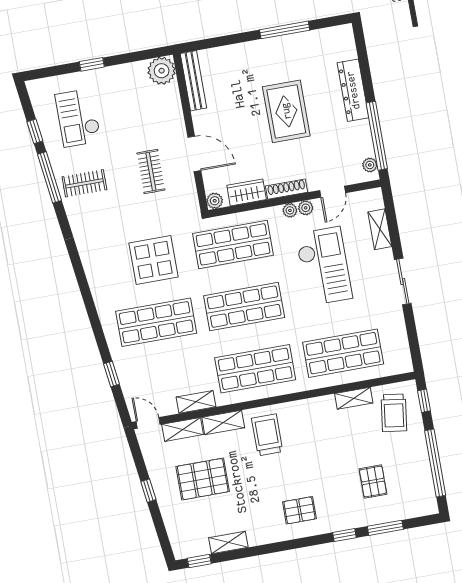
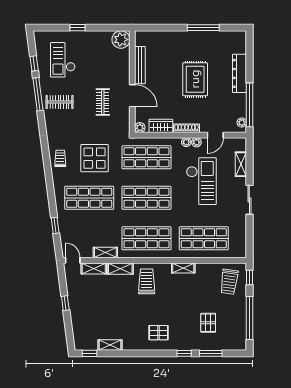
bench: (193, 81) -> (140, 65), moved
trolley: (101, 270) -> (60, 158), added
shelving: (354, 398) -> (183, 268), moved
pallet: (203, 479) -> (101, 302), removed

